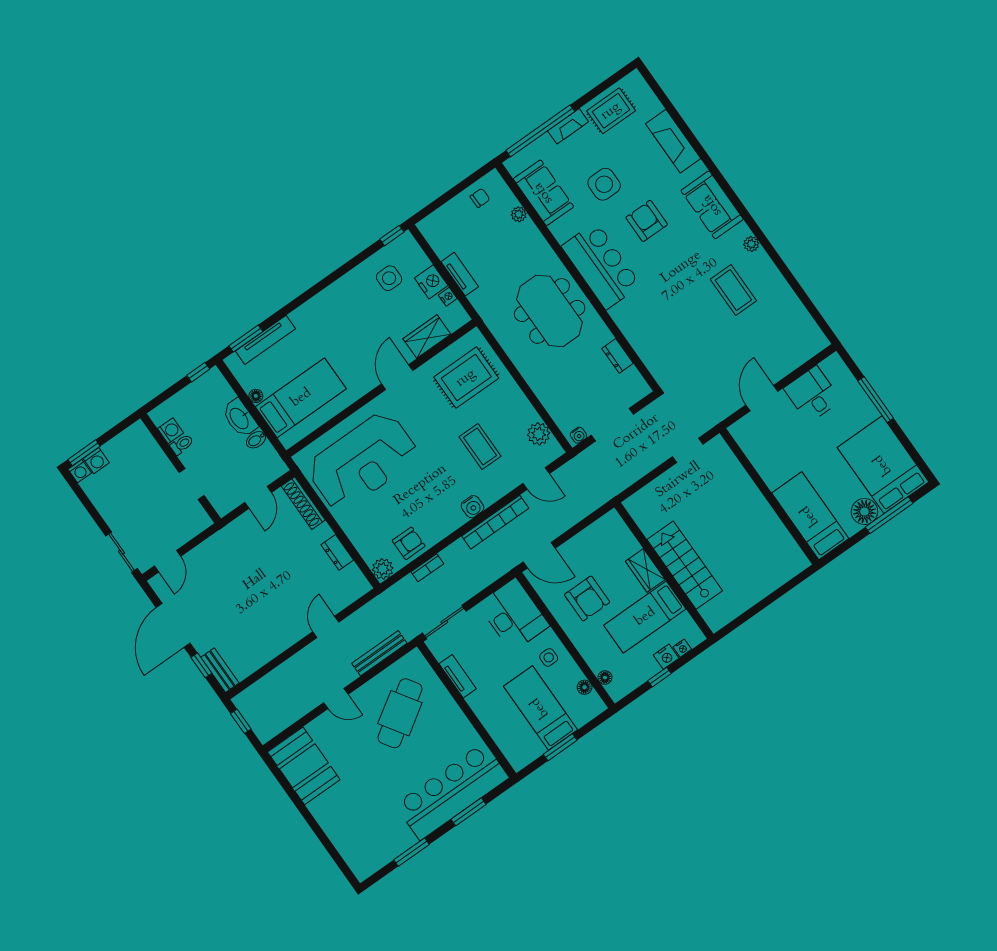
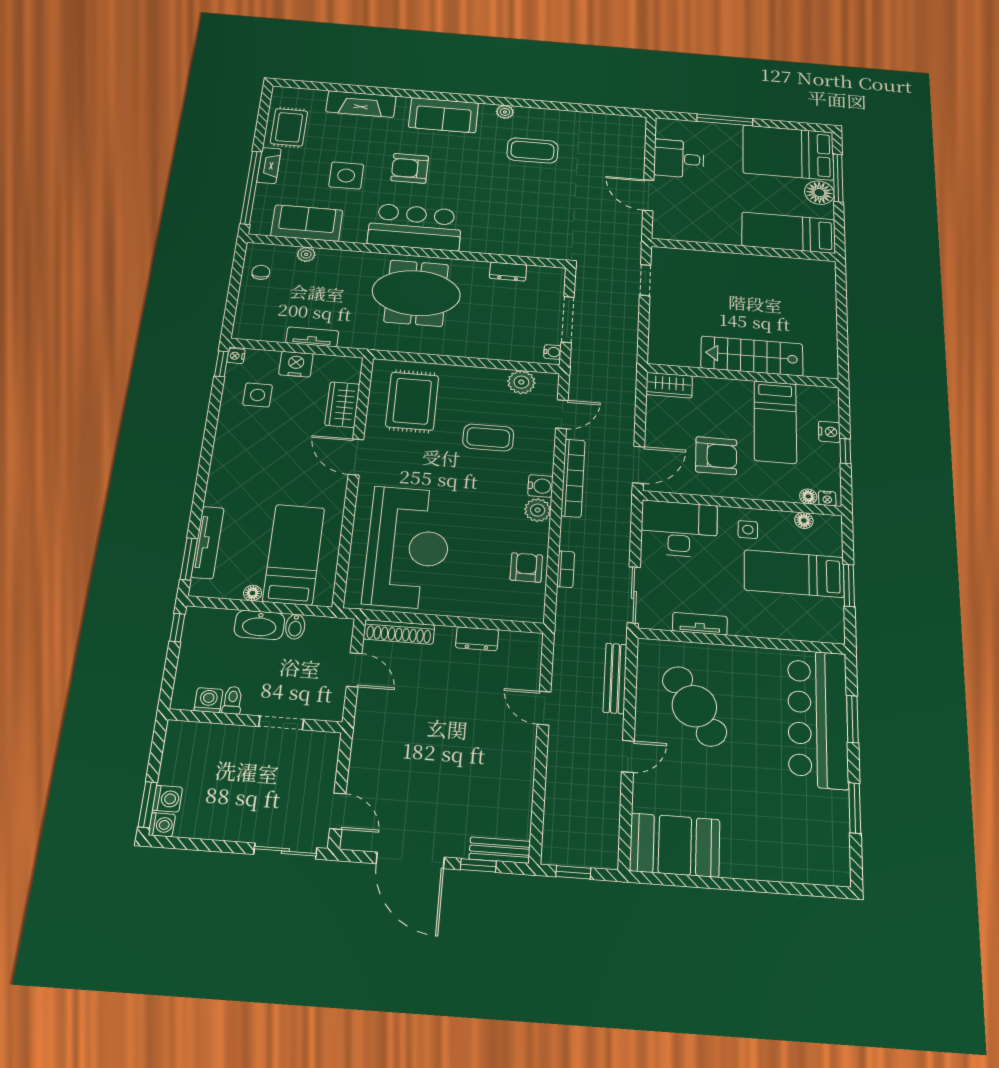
nightstand: (448, 297) -> (236, 356), moved, turned -90
plant: (383, 569) -> (538, 510), moved
wardrobe: (645, 570) -> (669, 385), moved
nightstand: (682, 648) -> (827, 498), moved, turned 90

